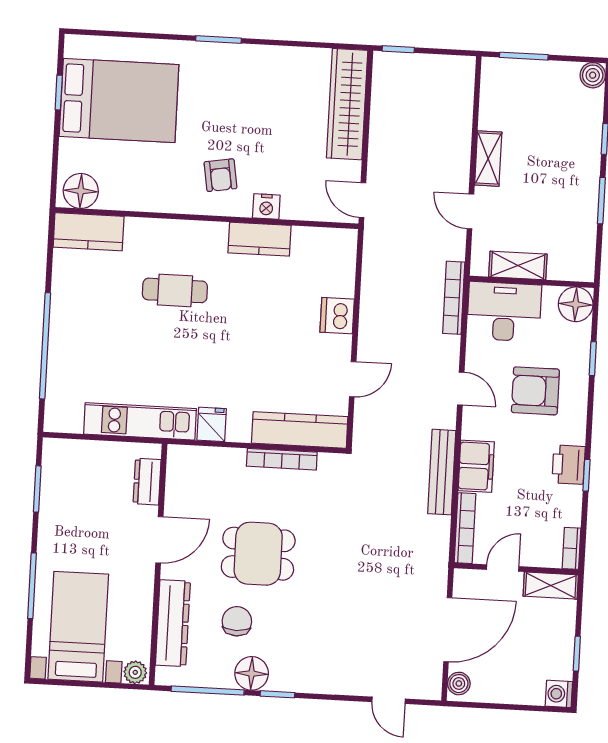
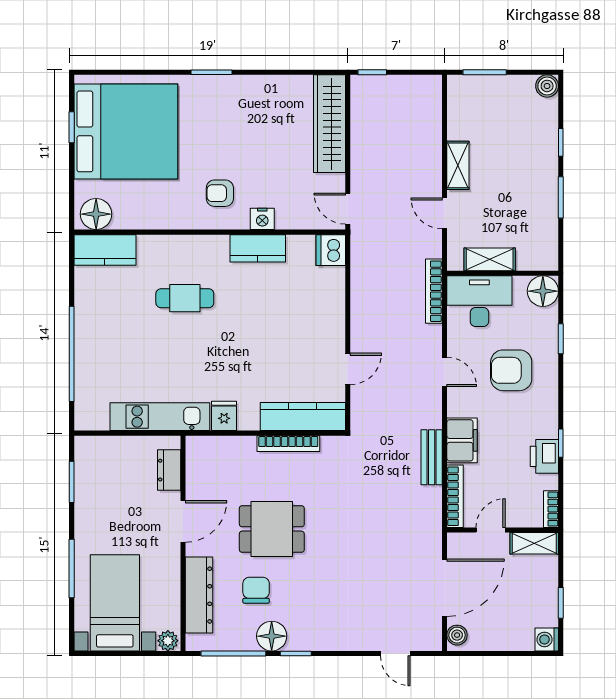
bed: (119, 100) -> (126, 131), width x1.36
armchair: (220, 175) -> (220, 193), turned 99
dishwasher: (337, 316) -> (331, 250), moved
printer: (569, 465) -> (544, 456), moved
bench: (442, 472) -> (432, 457), width x0.73

